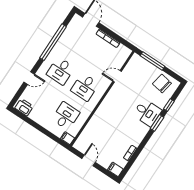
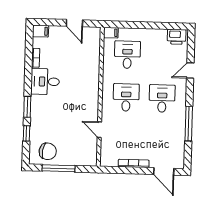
window: (53, 42) -> (189, 124), width x0.68
window: (152, 61) -> (59, 168), moved
door: (117, 76) -> (99, 130), swing flipped
desk: (147, 113) -> (45, 82), moved
desk: (66, 116) -> (127, 55), turned 180

